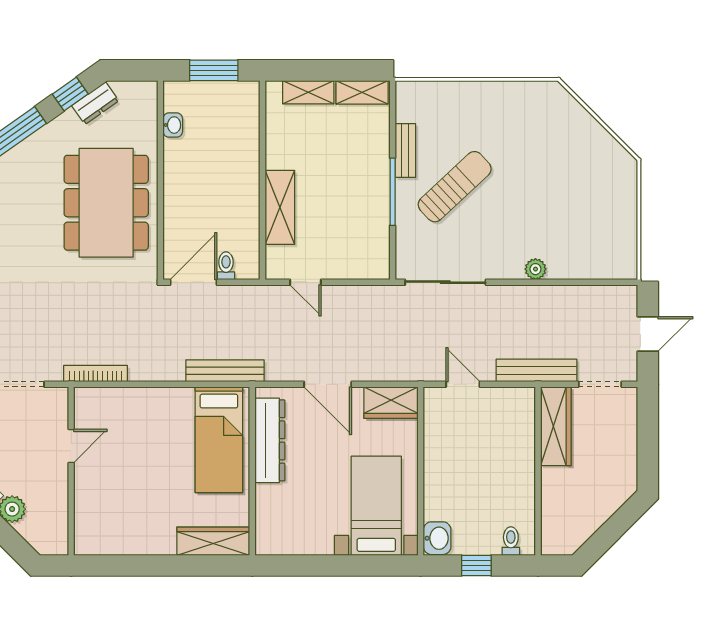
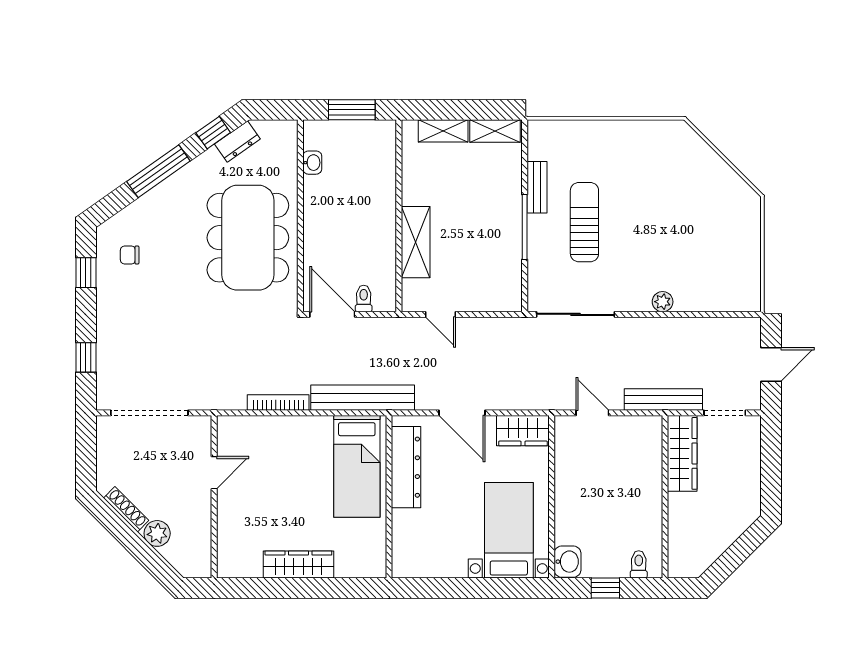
sun lounger: (455, 187) -> (584, 222), turned -47
door: (194, 282) -> (332, 314), hinge flipped
bench: (225, 371) -> (363, 398), width x1.37, depth x1.21
bookcase: (96, 374) -> (278, 403), moved
wardrobe: (213, 541) -> (298, 564), moved

